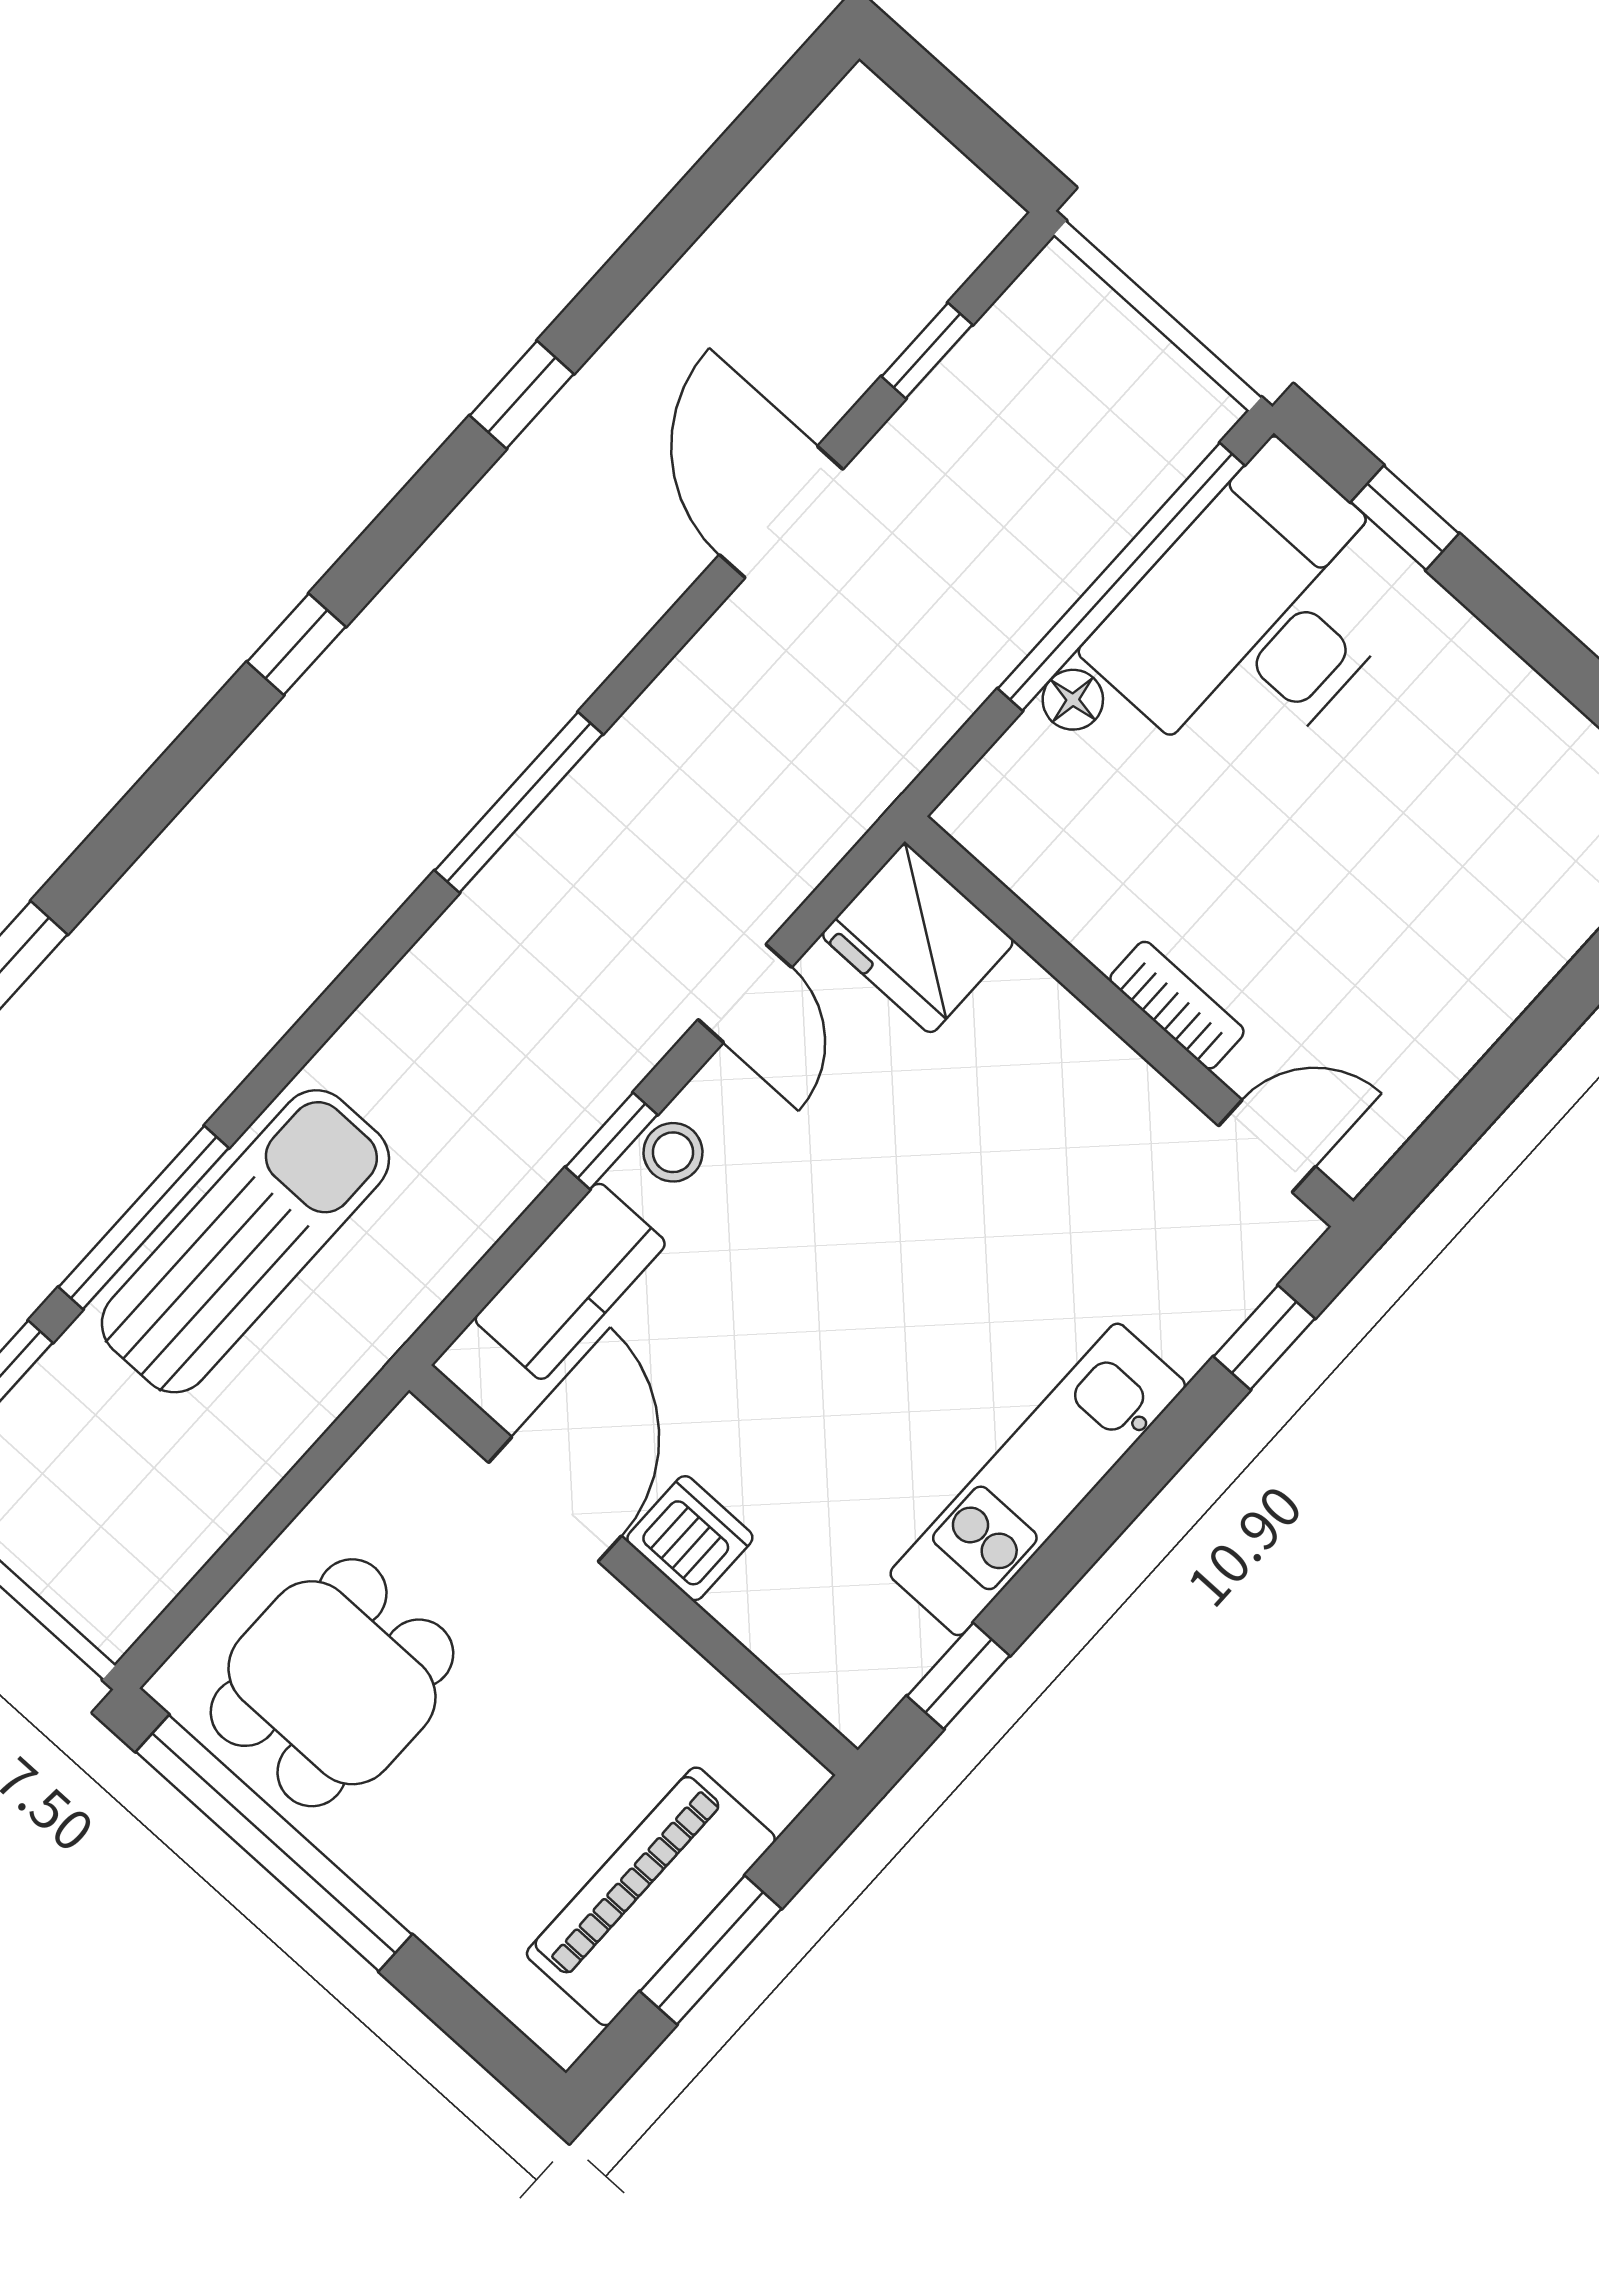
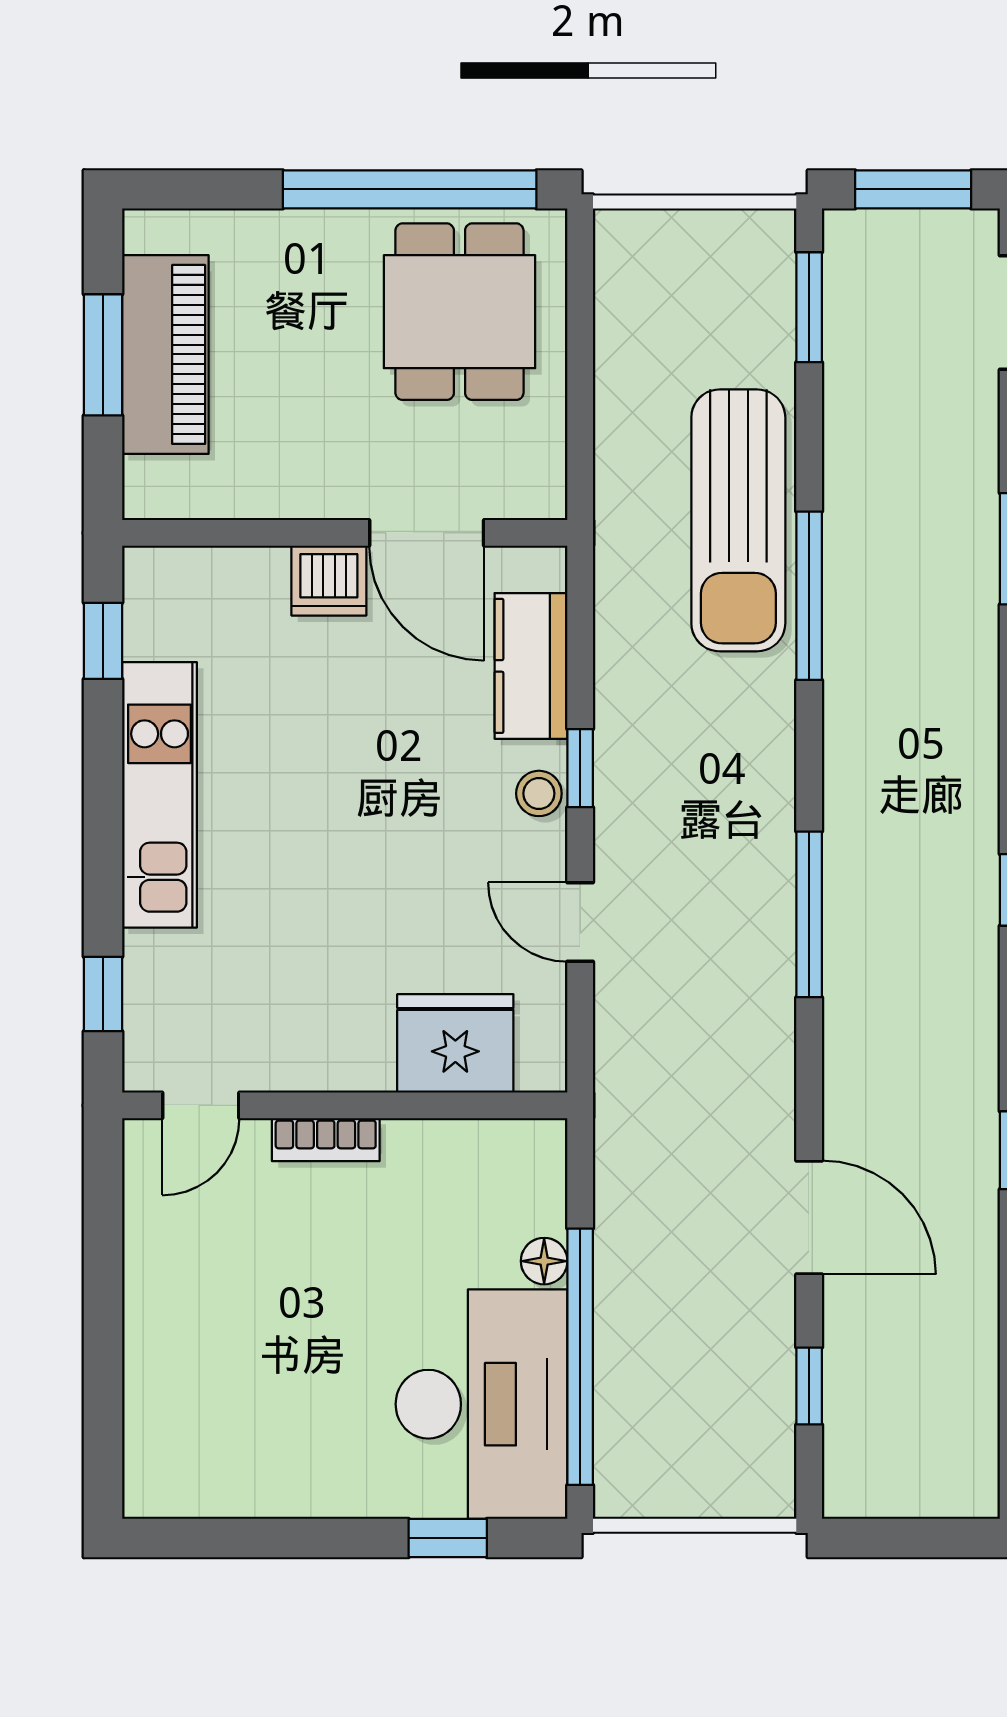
fridge: (918, 938) -> (455, 1043), moved
window: (144, 1218) -> (809, 596), moved

